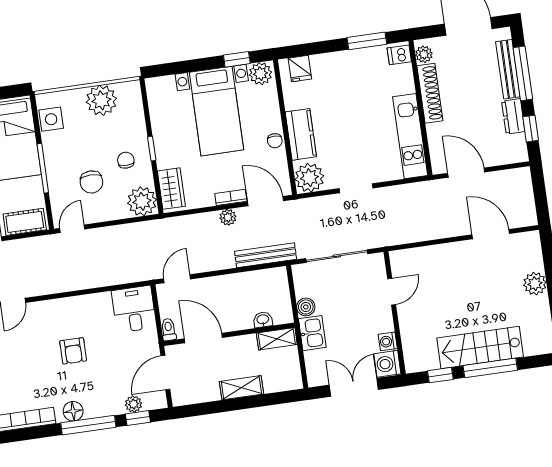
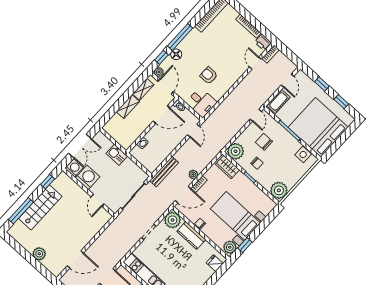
plant: (101, 100) -> (279, 190), moved
boiler: (306, 307) -> (129, 164), removed
shelving: (277, 339) -> (143, 89), moved
washing machine: (388, 341) -> (88, 177), width x1.89, depth x1.89
armchair: (73, 351) -> (209, 75), moved
window: (490, 368) -> (21, 211), moved
plant: (134, 404) -> (159, 72), moved
floor lamp: (73, 411) -> (176, 54), moved

